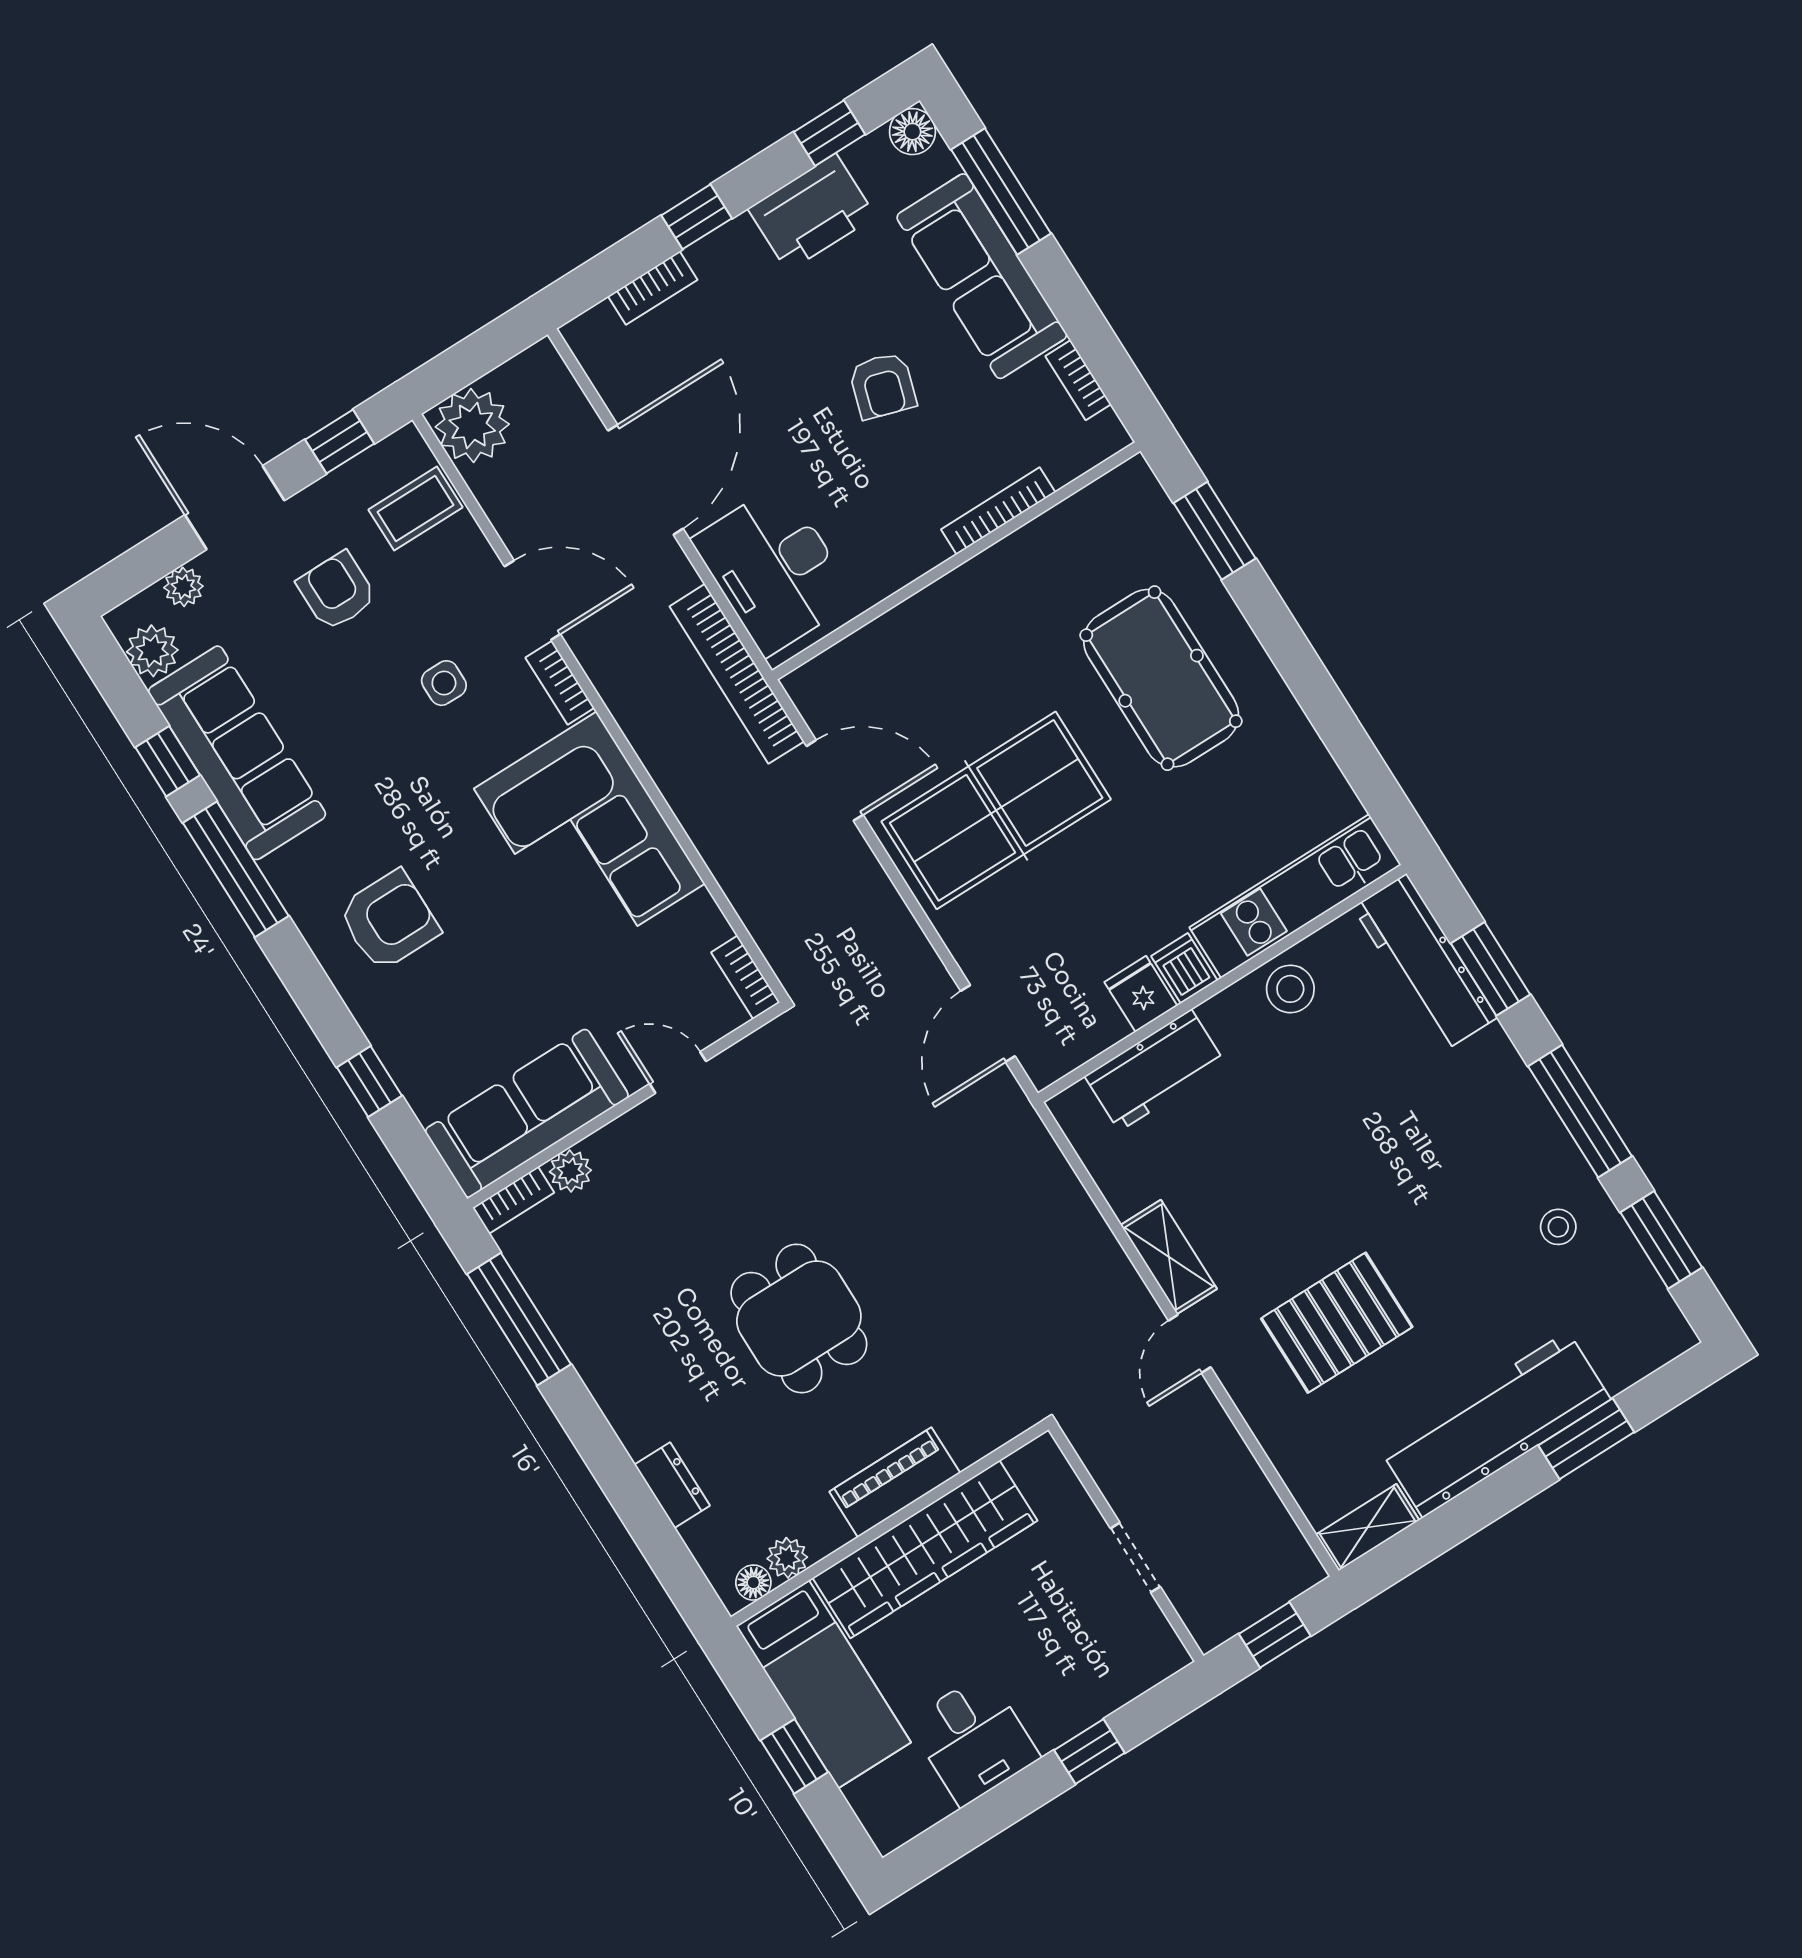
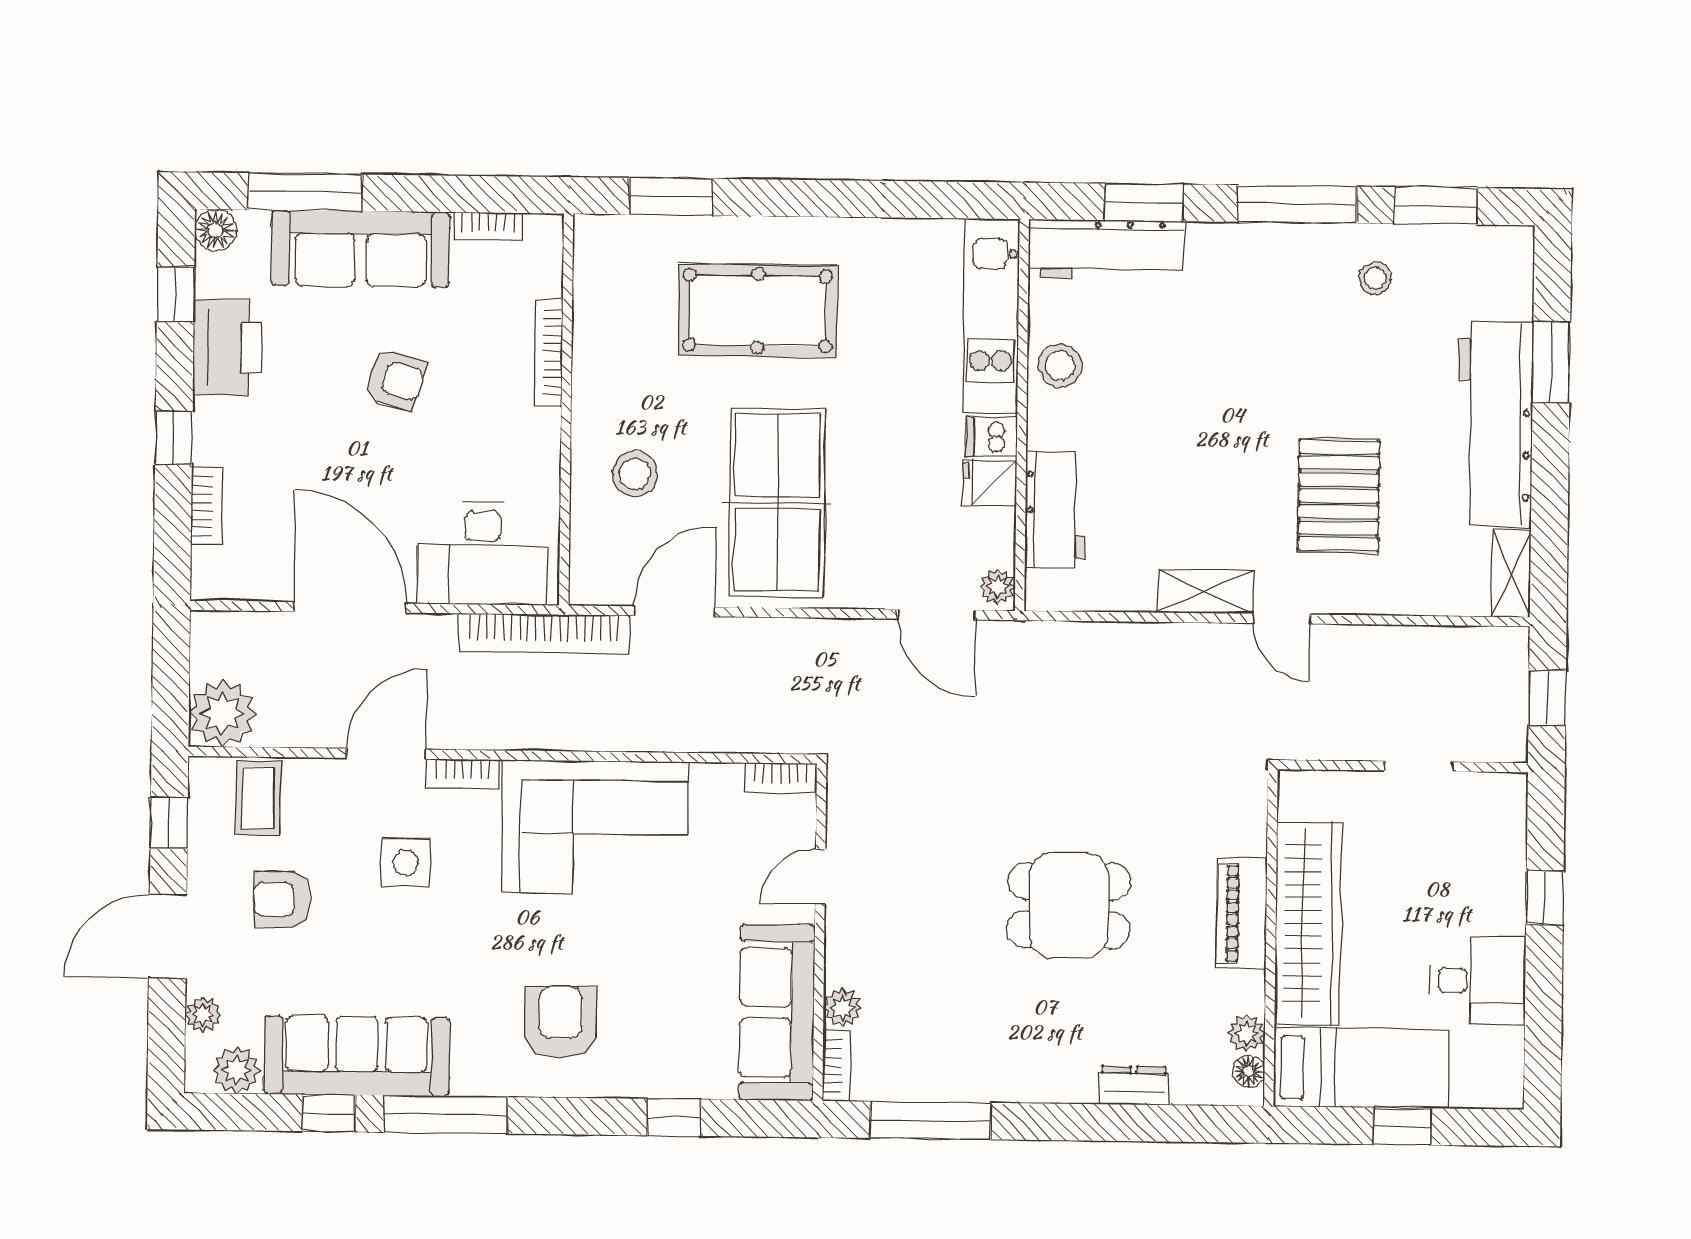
stool: (938, 662) -> (635, 474), added
side table: (444, 683) -> (406, 863), width x1.37, depth x1.37
plant: (1050, 1063) -> (997, 587), added

